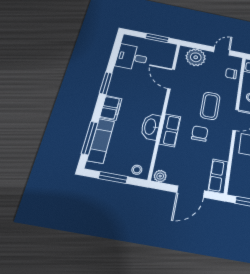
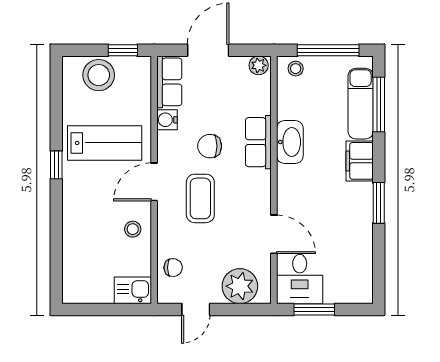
desk: (132, 57) -> (300, 279), moved, turned 90
chair: (200, 134) -> (210, 146), turned 90
water cooler: (223, 154) -> (167, 120), added
window: (113, 177) -> (328, 50), width x1.44

